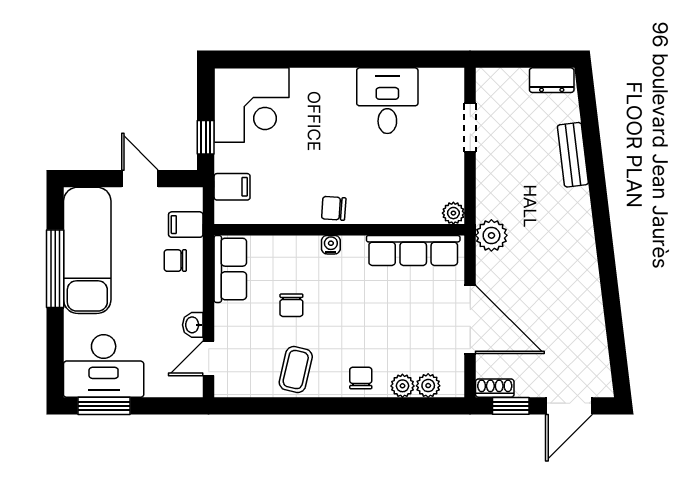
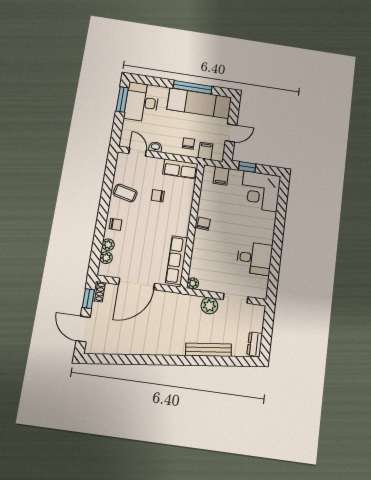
bench: (573, 155) -> (208, 350), width x1.36
plant: (491, 235) -> (209, 306), moved
water cooler: (331, 245) -> (185, 220), removed

